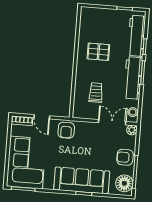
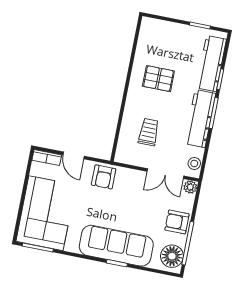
double door: (112, 122) -> (165, 174), swing flipped

